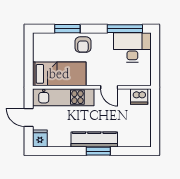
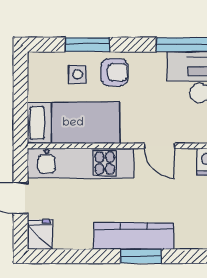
armchair: (83, 45) -> (114, 72), turned -90
side table: (62, 46) -> (78, 74), added

